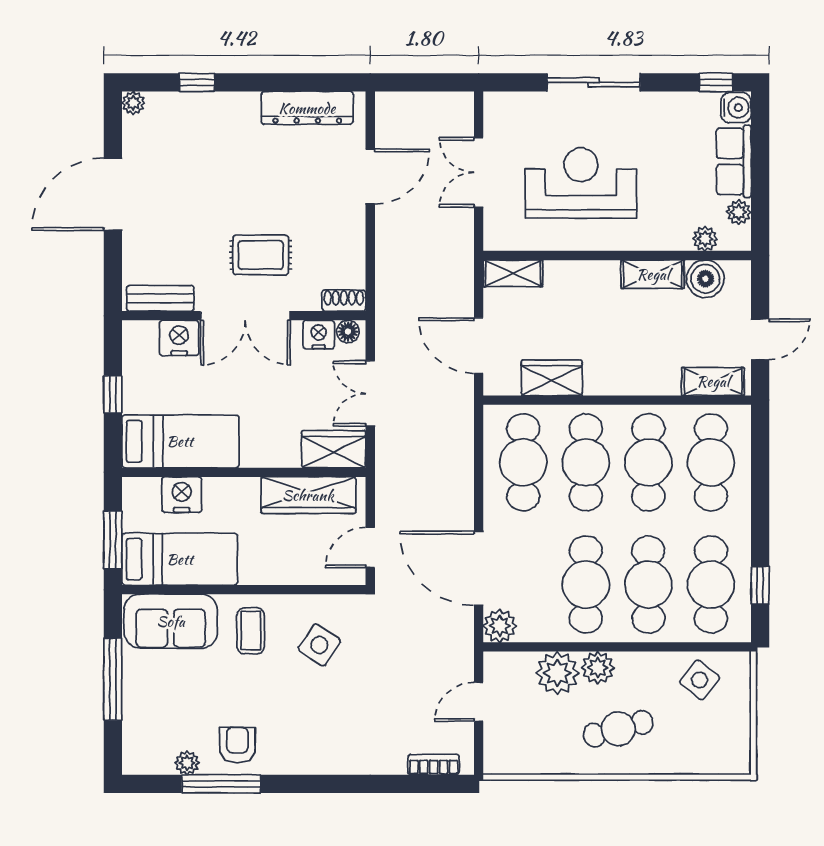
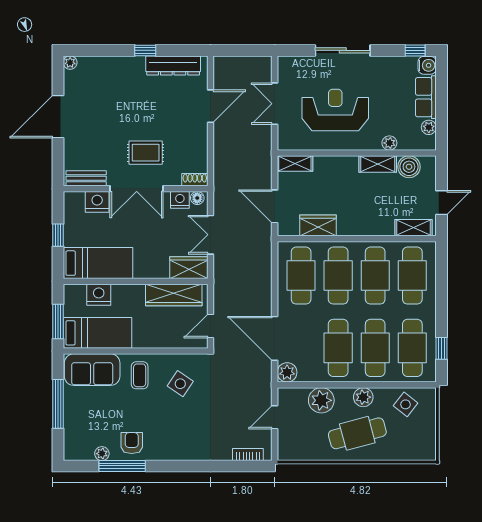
window: (197, 82) -> (145, 50), moved
plant: (705, 239) -> (389, 143), moved
plant: (598, 668) -> (363, 397), moved
cafe table: (618, 729) -> (357, 433), width x1.37, depth x1.35

